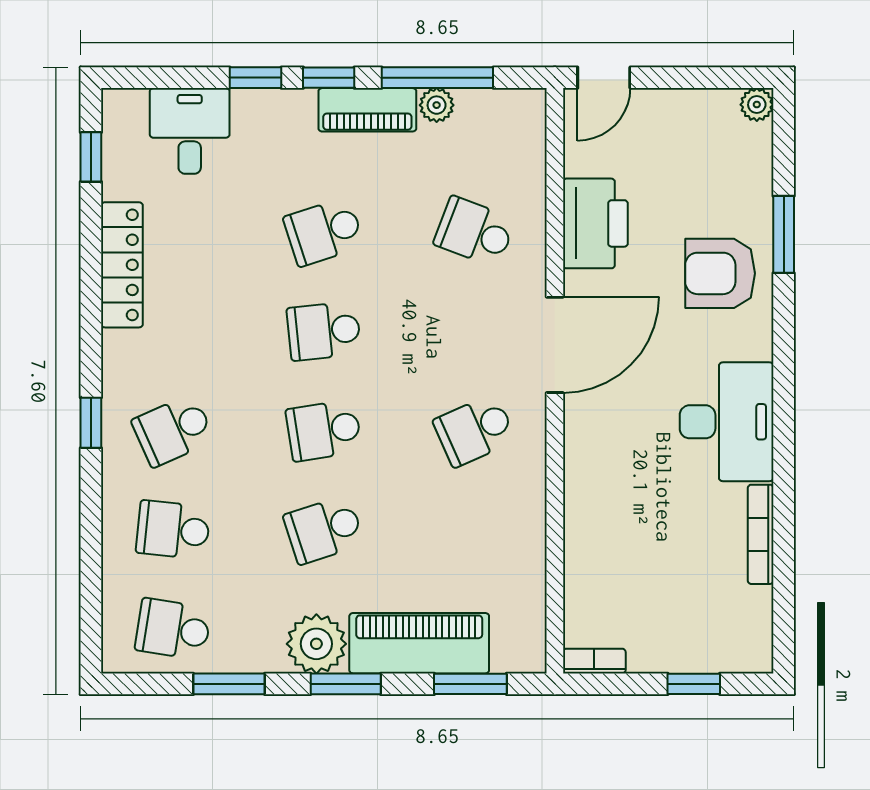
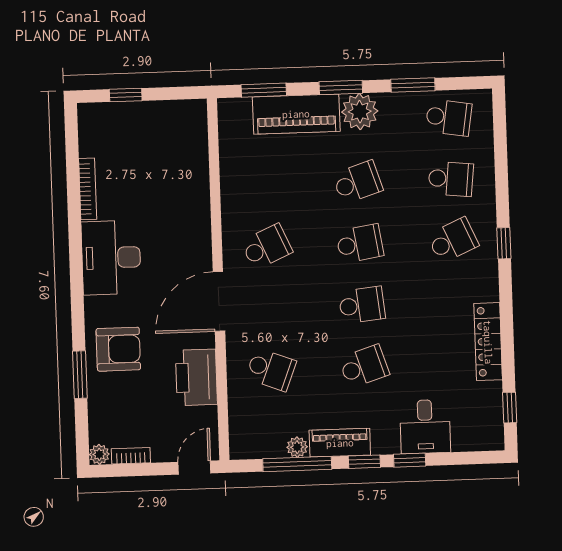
desk: (190, 131) -> (425, 427), moved
bookcase: (594, 661) -> (131, 456), moved, turned 180

